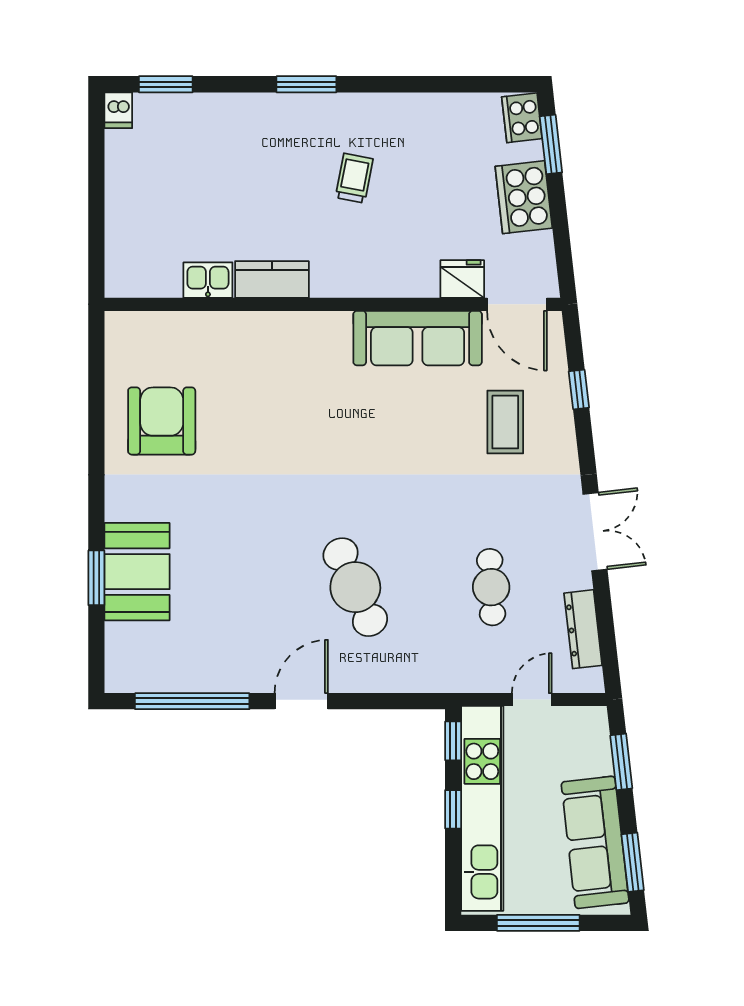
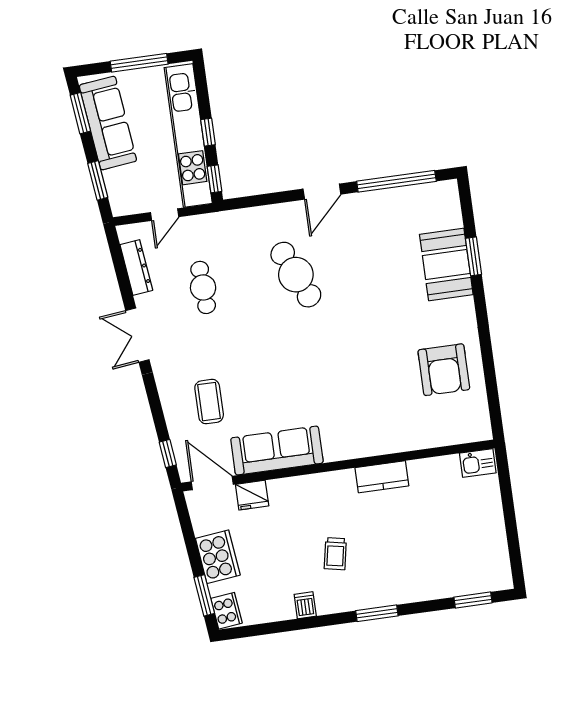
dishwasher: (118, 110) -> (305, 605), moved
kitchen sink: (208, 280) -> (478, 463), moved
window: (579, 390) -> (168, 454), moved

